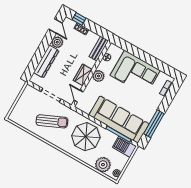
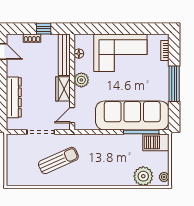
window: (79, 19) -> (44, 29), moved
plant: (57, 42) -> (14, 69), removed
bench: (99, 49) -> (64, 55), width x1.36
door: (79, 96) -> (72, 115), hinge flipped
window: (154, 124) -> (174, 84), moved
parasol: (86, 137) -> (106, 156), removed

